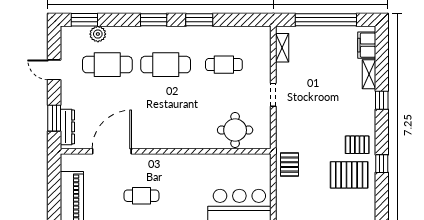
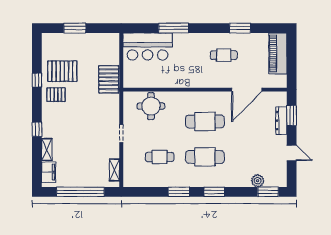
cafe table: (107, 65) -> (205, 121), moved
dresser: (67, 127) -> (281, 121), moved
pallet: (289, 165) -> (109, 79), width x1.50, depth x1.42

